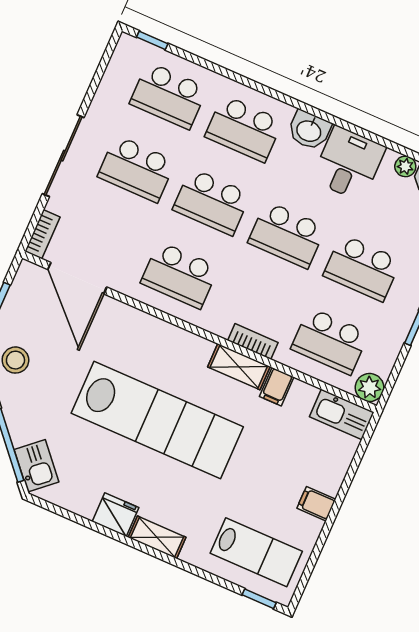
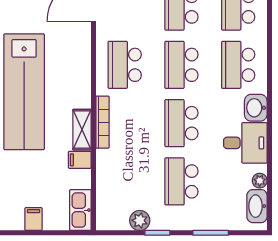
bookcase: (253, 341) -> (102, 122), width x1.56
school desk: (330, 341) -> (125, 181), removed
plant: (370, 387) -> (140, 220), moved
filing cabinet: (316, 504) -> (33, 219), moved

